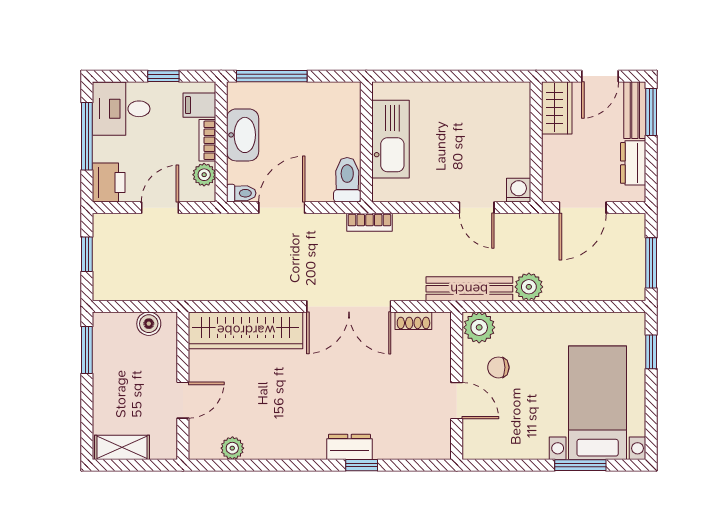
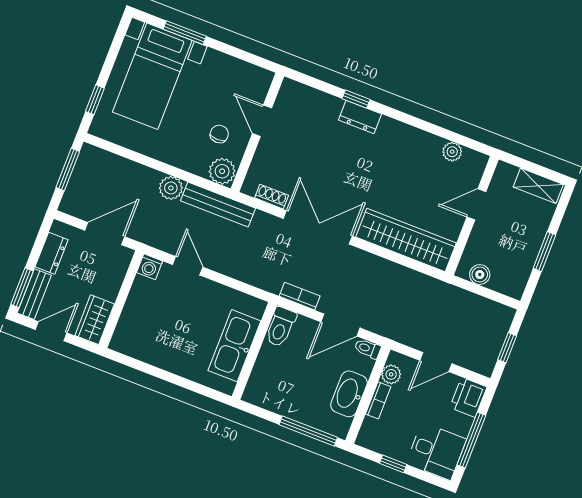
filing cabinet: (199, 105) -> (374, 430), removed
bookcase: (369, 222) -> (300, 296), moved
window: (87, 350) -> (544, 252), moved
chair: (498, 367) -> (219, 134), turned -90

